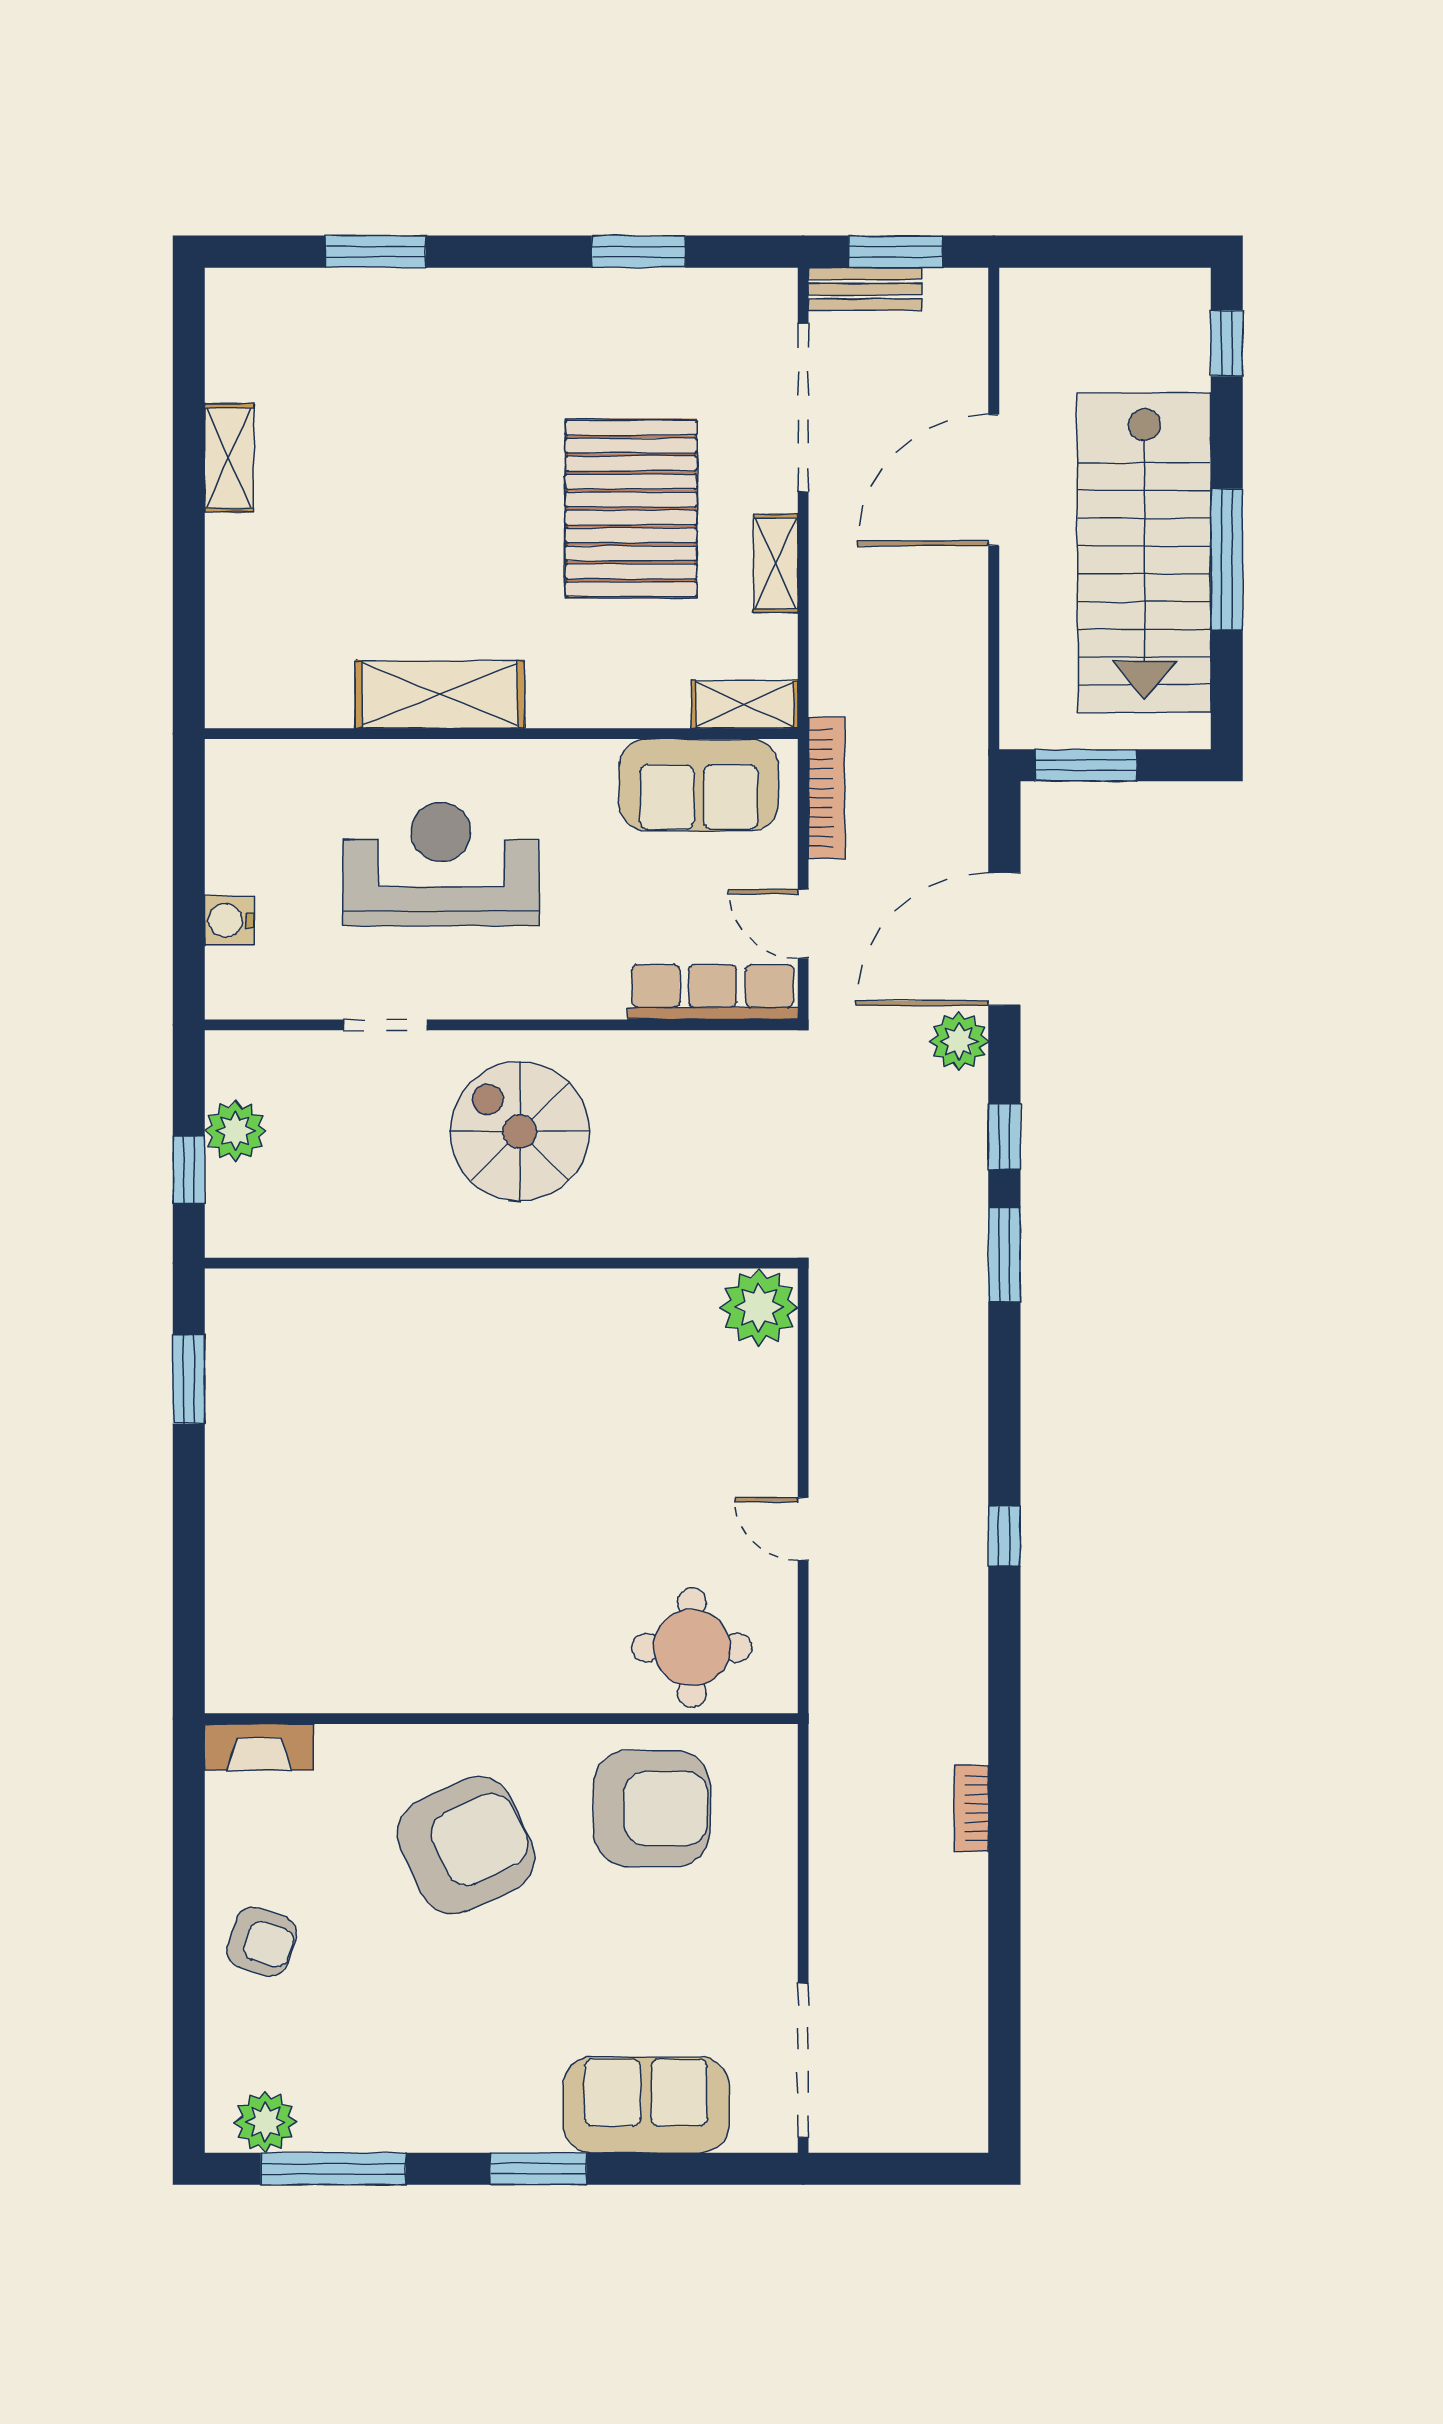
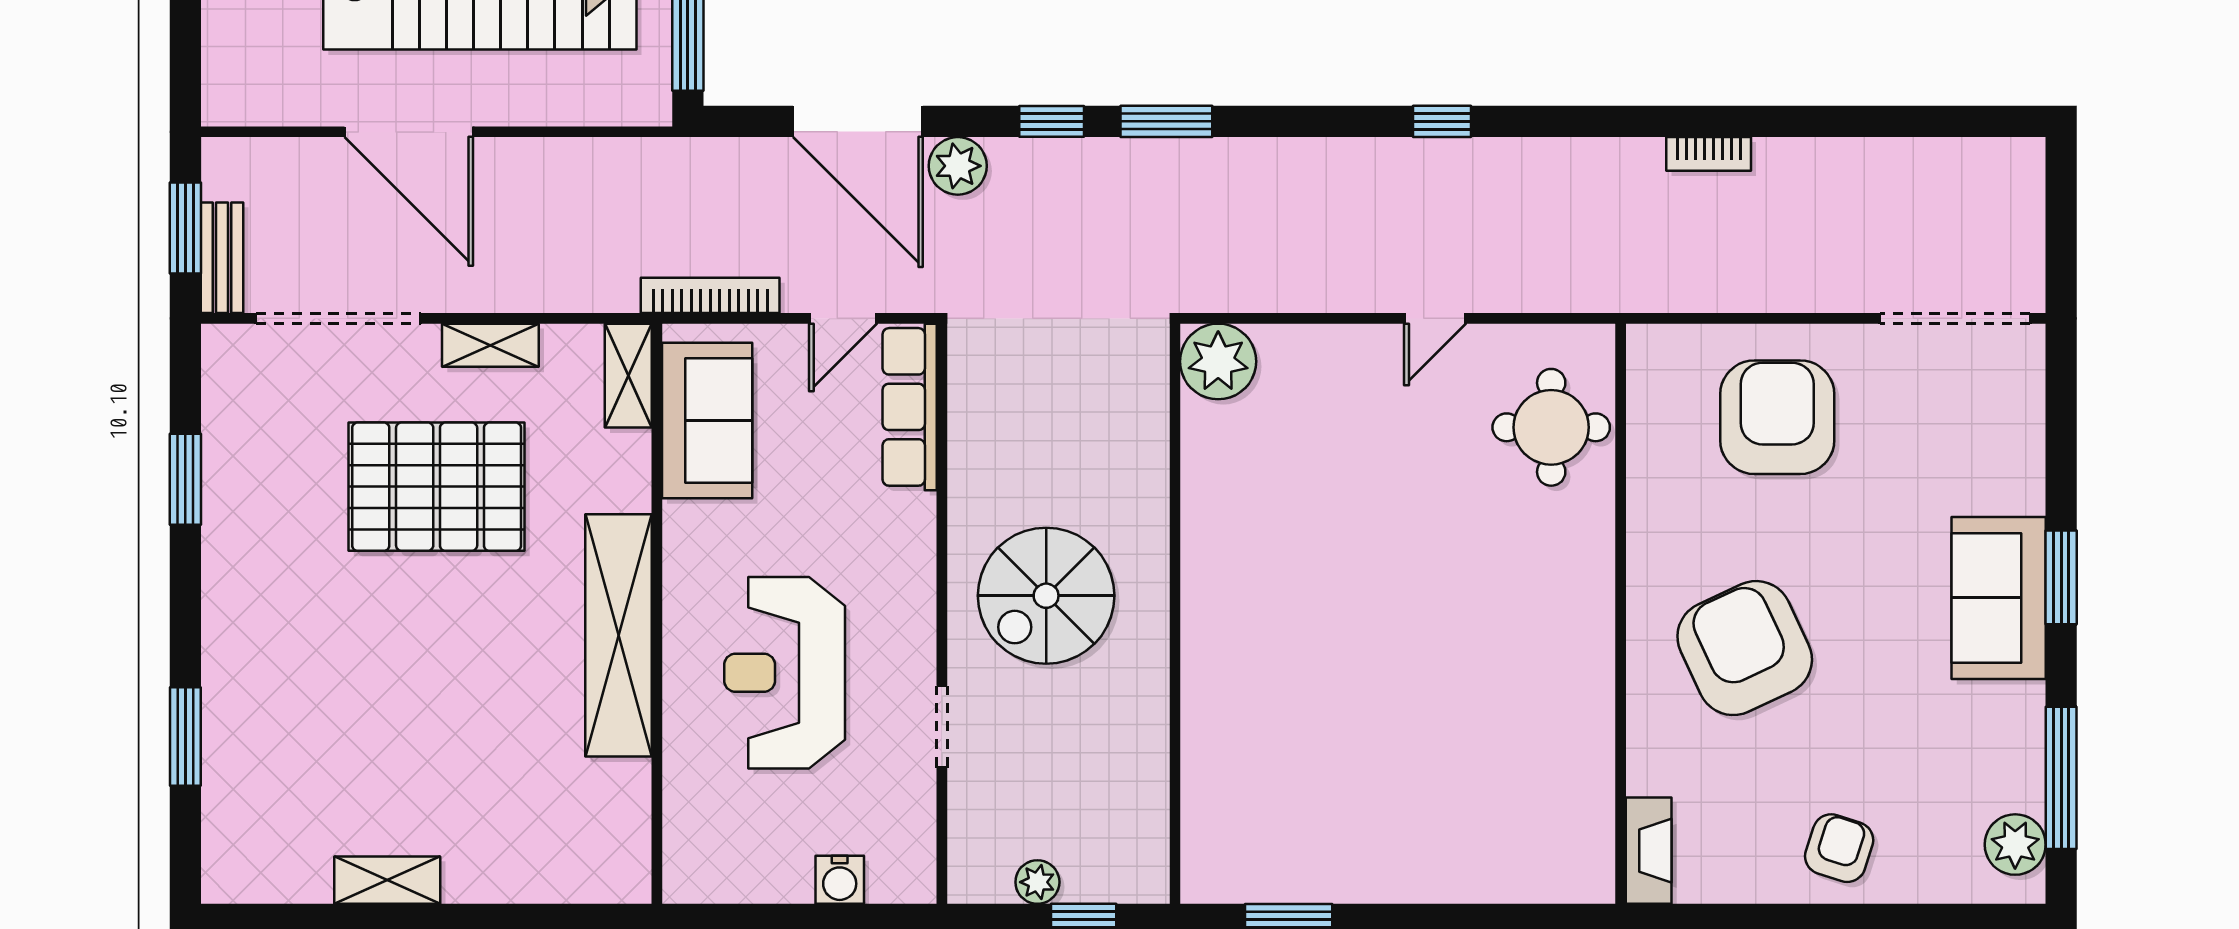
shelving: (440, 694) -> (619, 635), width x1.47
plant: (235, 1131) -> (1037, 882), width x0.73, depth x0.73
armchair: (652, 1809) -> (1777, 417), moved
sofa: (646, 2105) -> (1999, 598), moved

